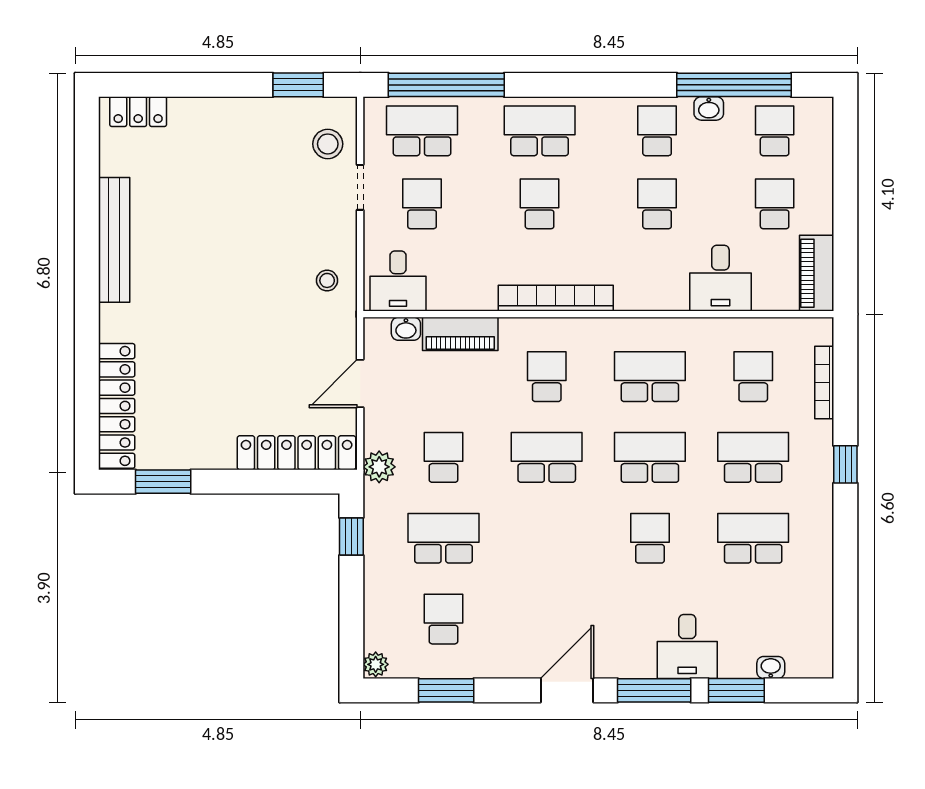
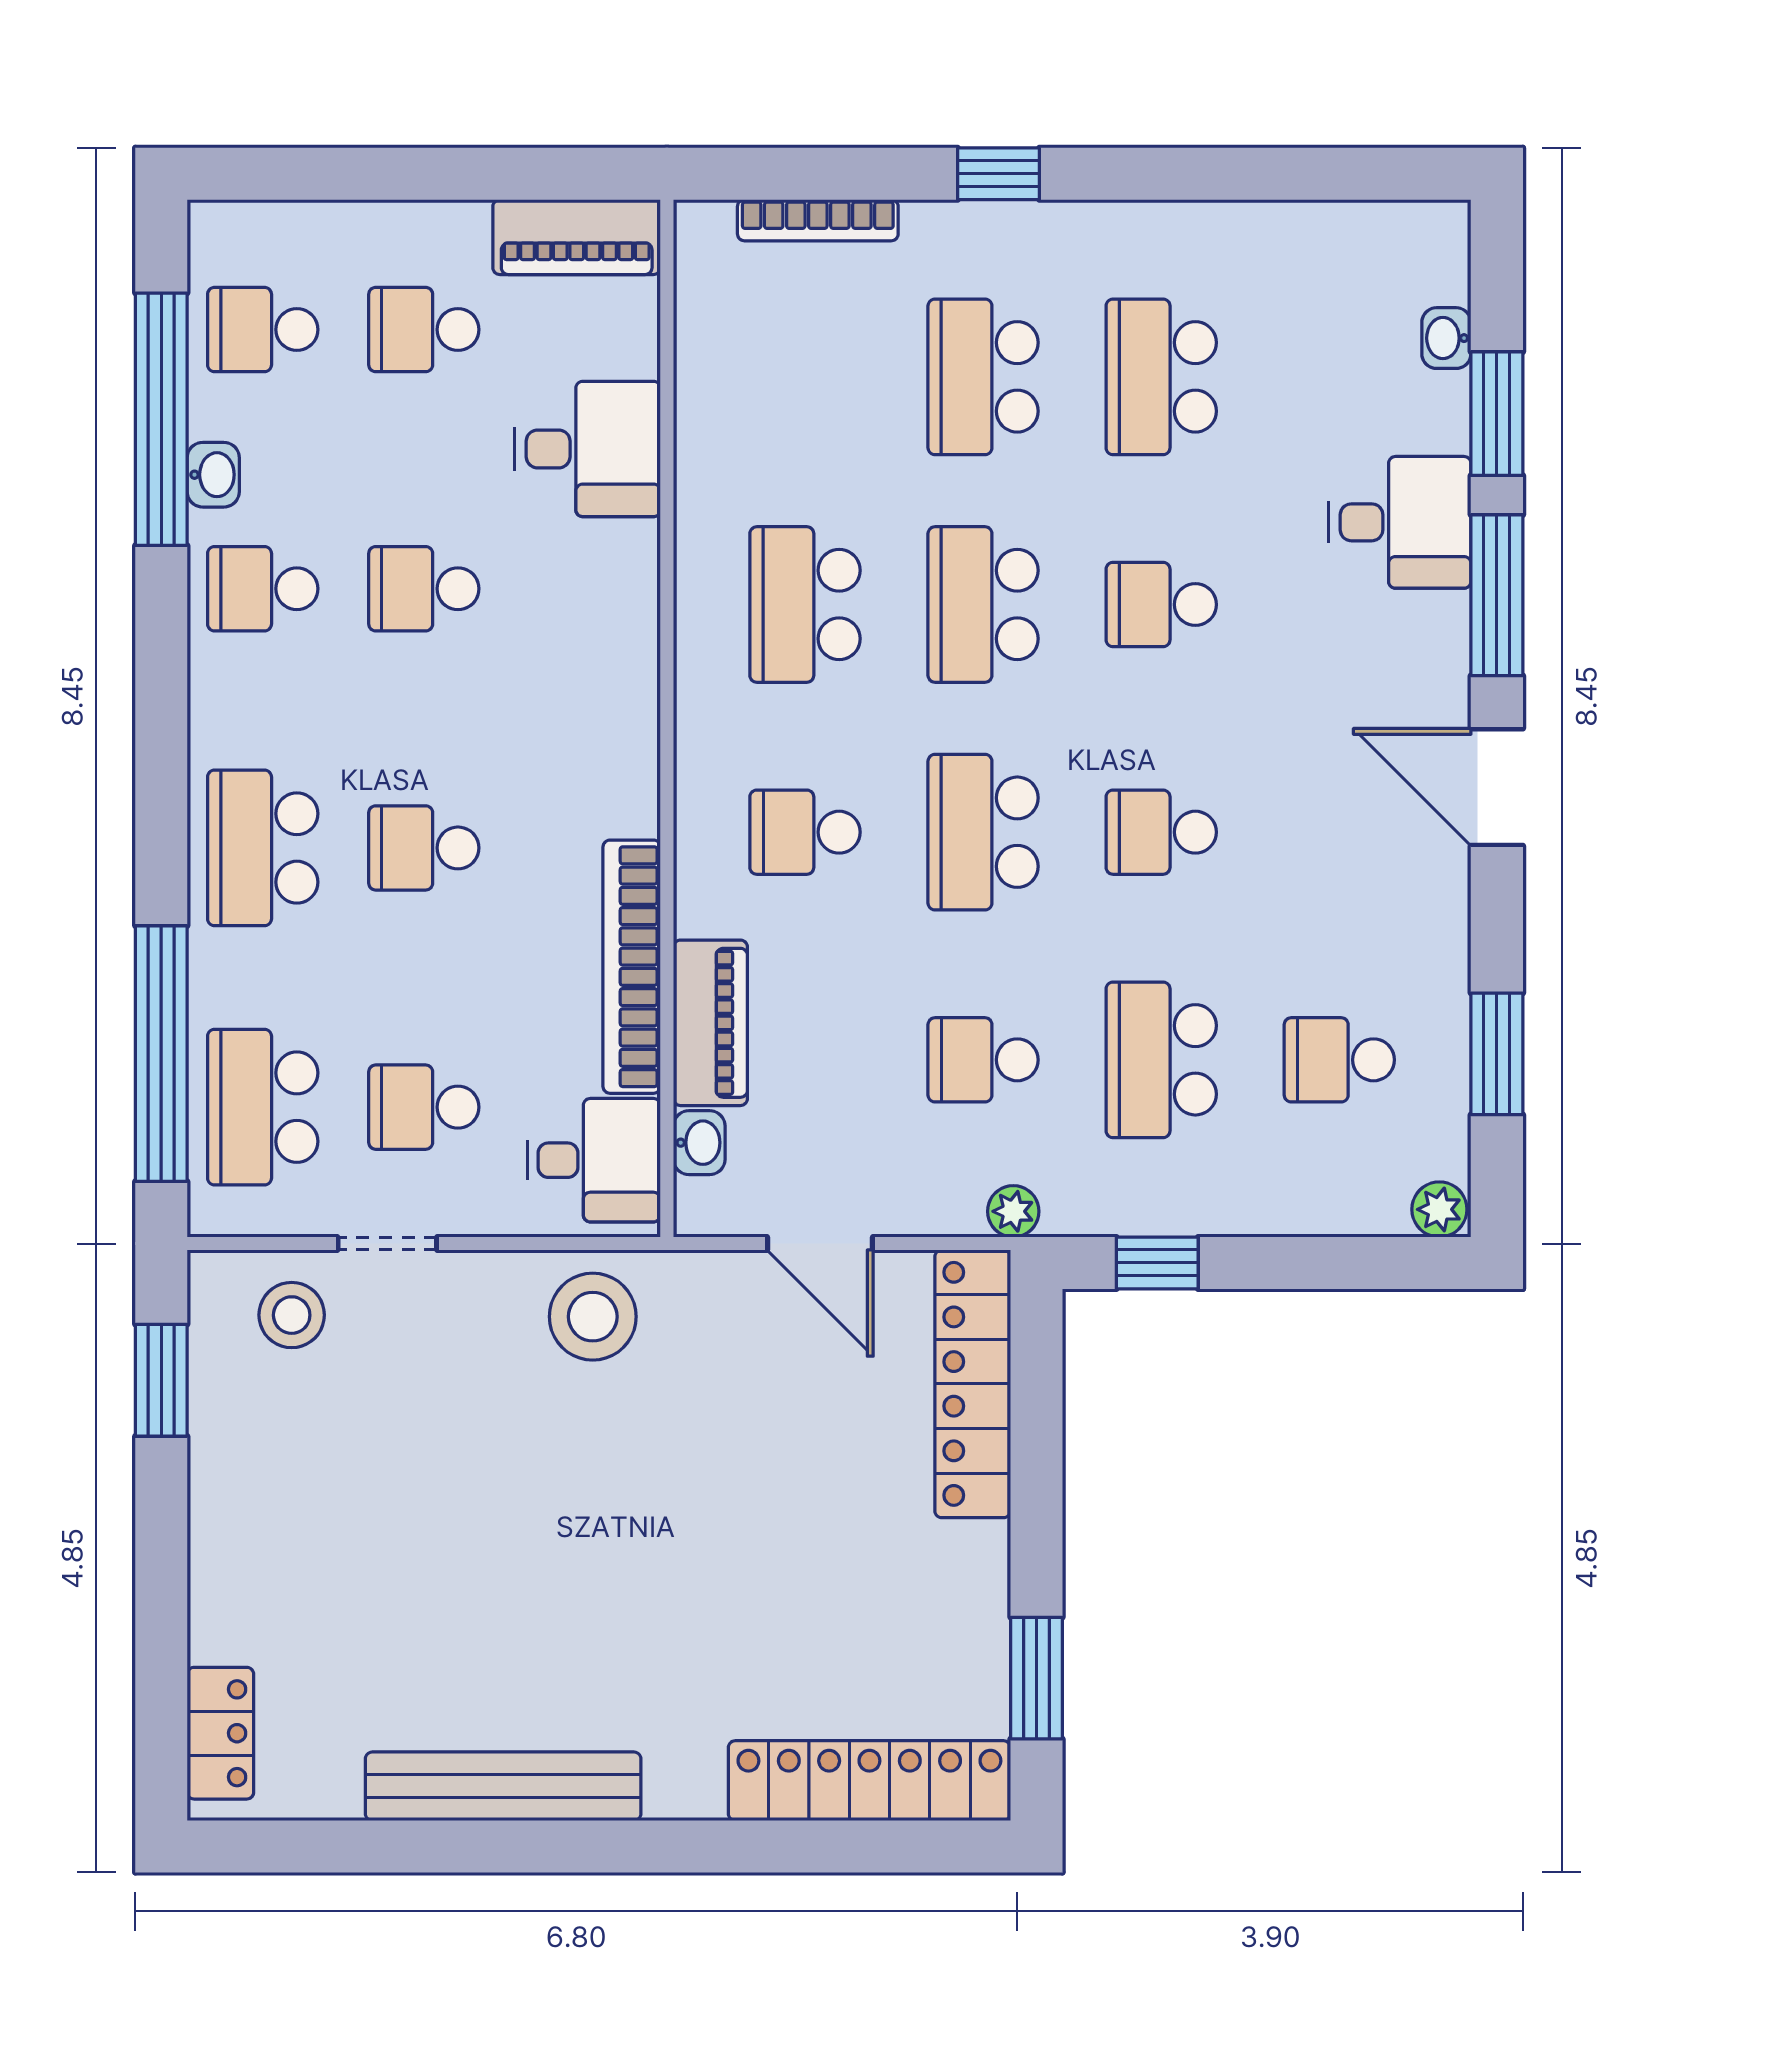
stool: (327, 280) -> (593, 1317), width x1.89, depth x1.89
bookcase: (556, 298) -> (632, 967), moved
school desk: (753, 377) -> (1161, 832), moved
plant: (379, 467) -> (1013, 1211), width x0.73, depth x0.73

